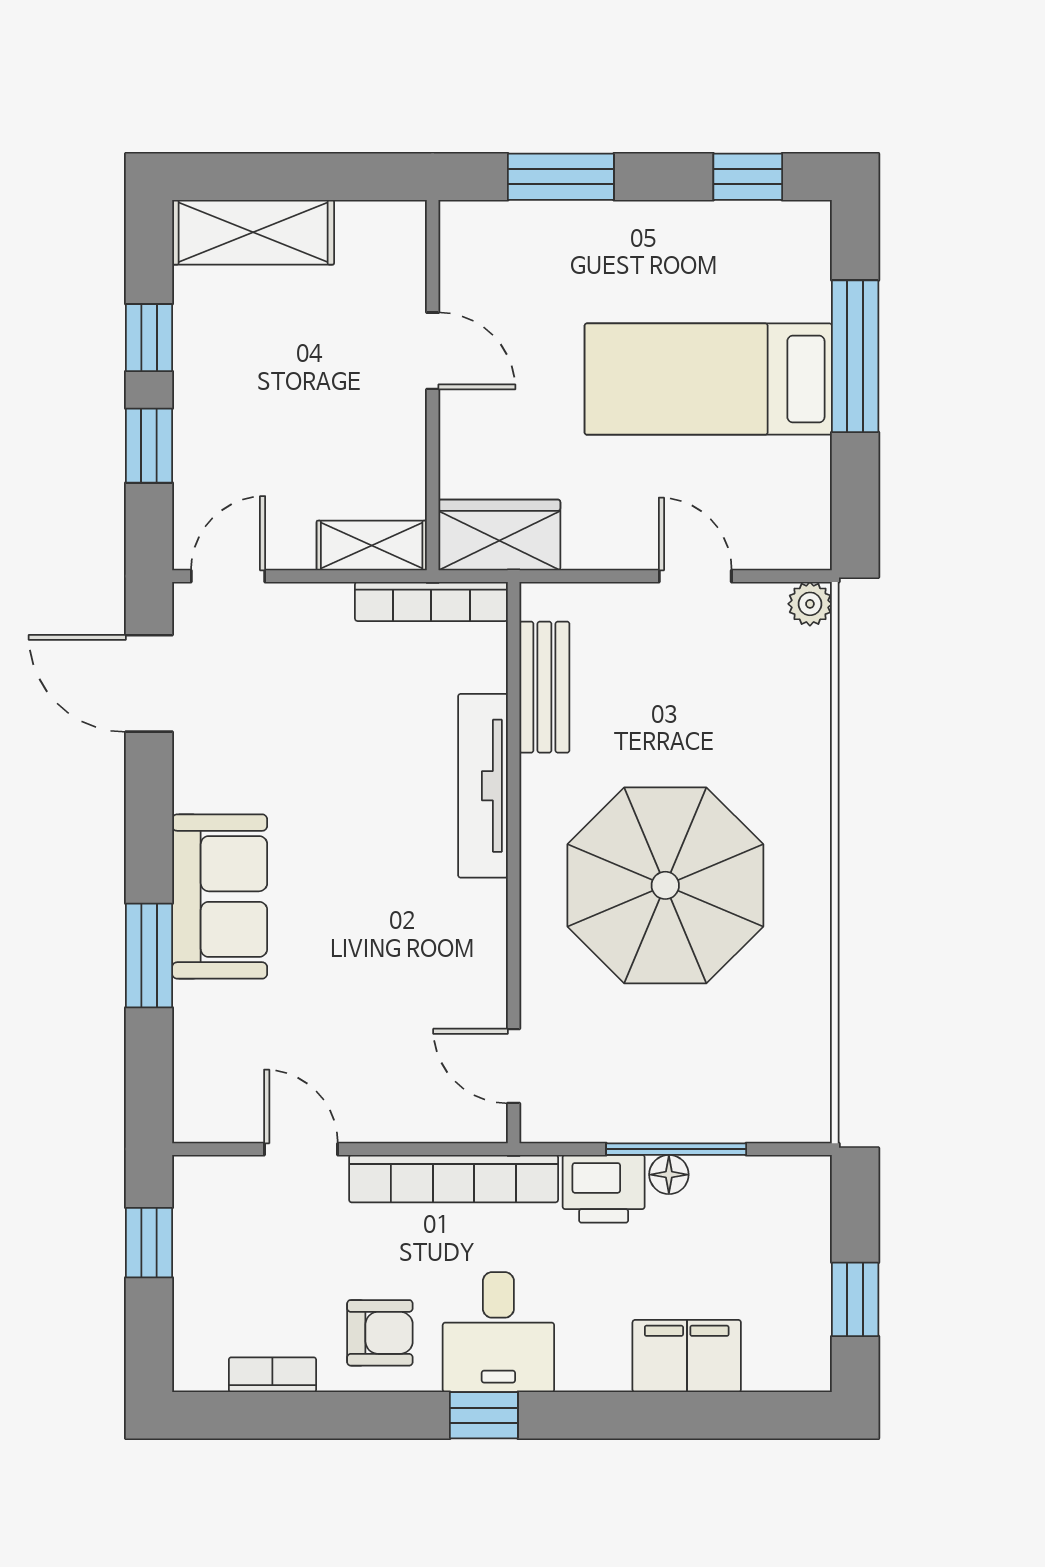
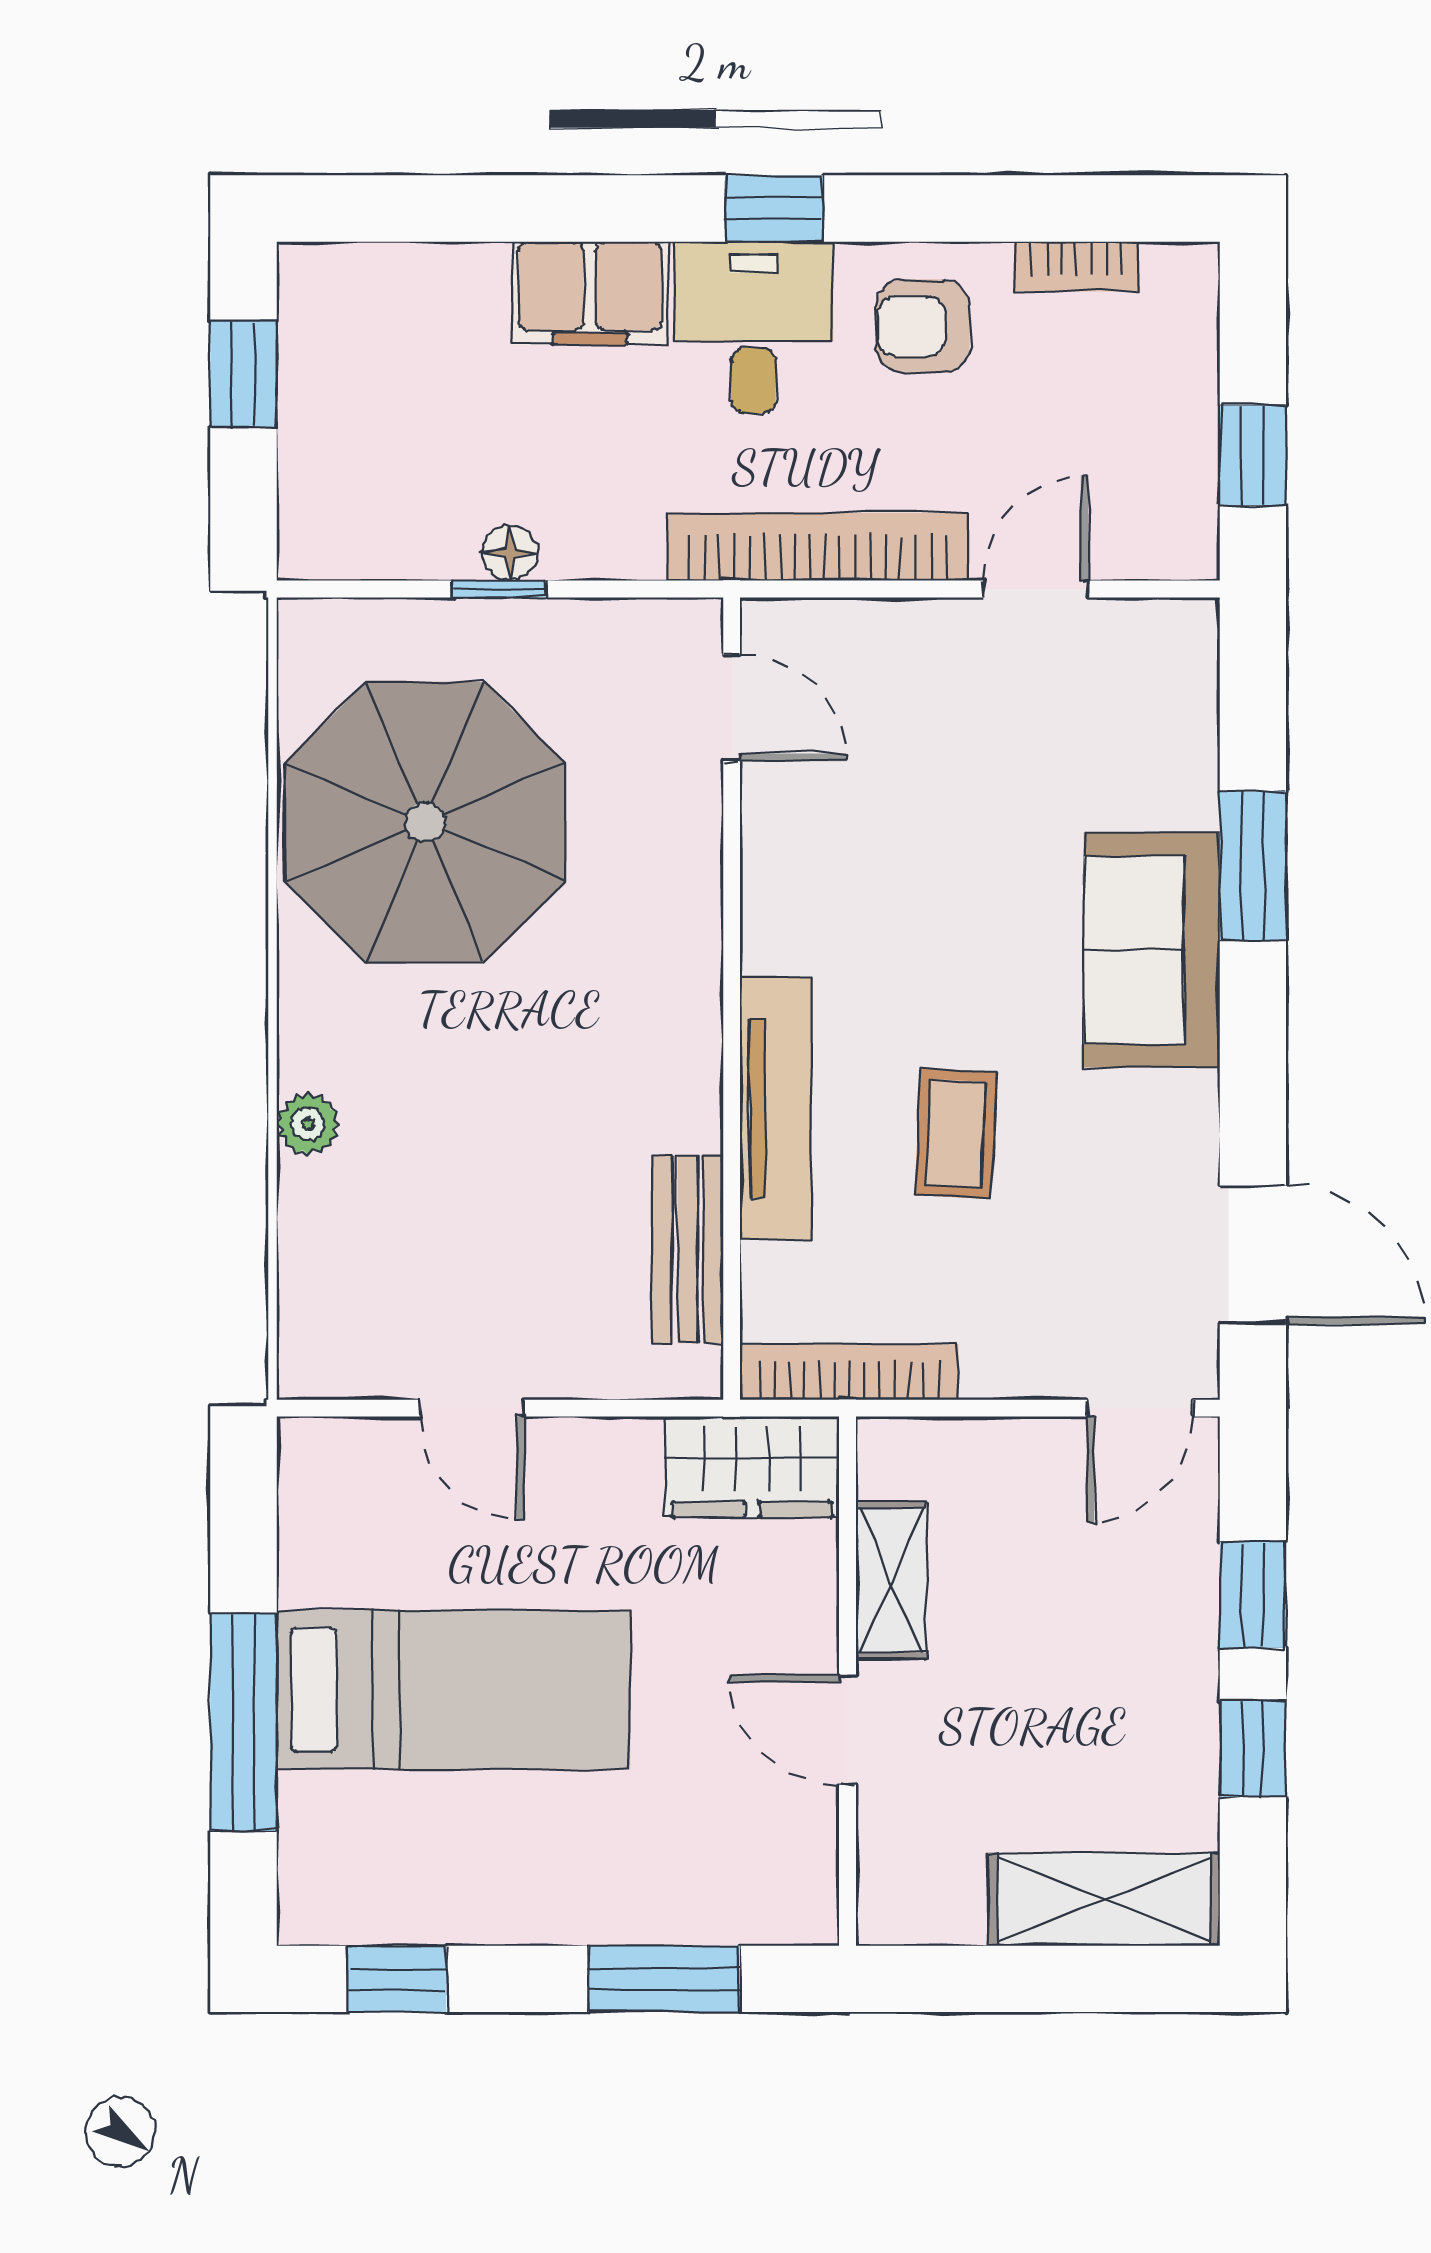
shelving: (372, 546) -> (891, 1580), moved, turned 90
plant: (810, 604) -> (308, 1124), moved
coffee table: (357, 768) -> (956, 1134), added
parasol: (665, 885) -> (425, 822), moved
door: (301, 1149) -> (1036, 589), swing flipped
window: (676, 1149) -> (499, 589), width x0.46
printer: (604, 1189) -> (603, 532), removed
filing cabinet: (687, 1356) -> (590, 293), moved

